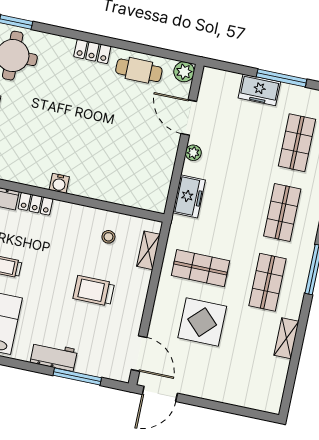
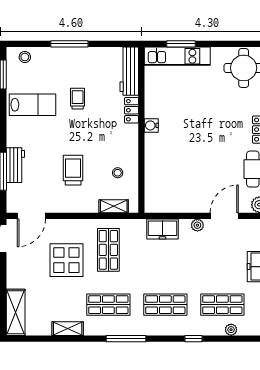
workbench: (54, 356) -> (15, 165), moved
shelving: (253, 398) -> (16, 312), added

